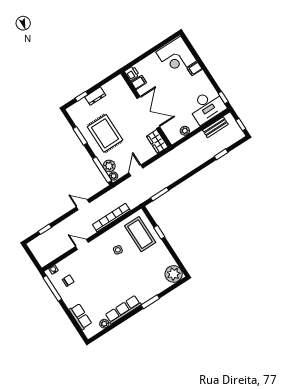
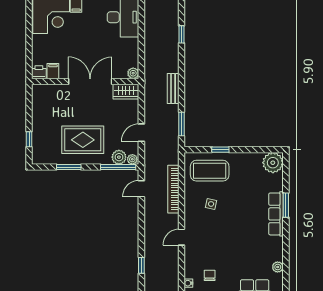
dresser: (95, 96) -> (38, 125), removed
bench: (215, 127) -> (173, 89), moved
plant: (185, 131) -> (133, 73), moved
door: (136, 170) -> (141, 133), hinge flipped
door: (83, 205) -> (141, 189), moved
row of seats: (123, 310) -> (276, 214), moved

